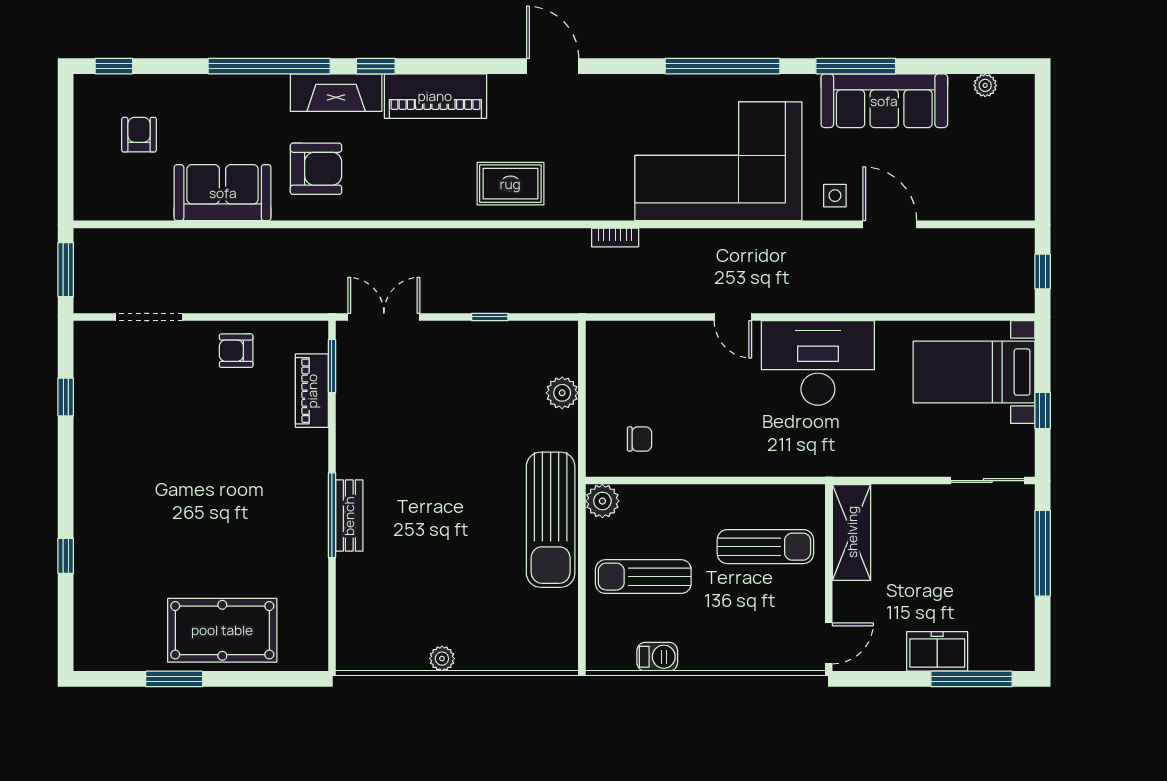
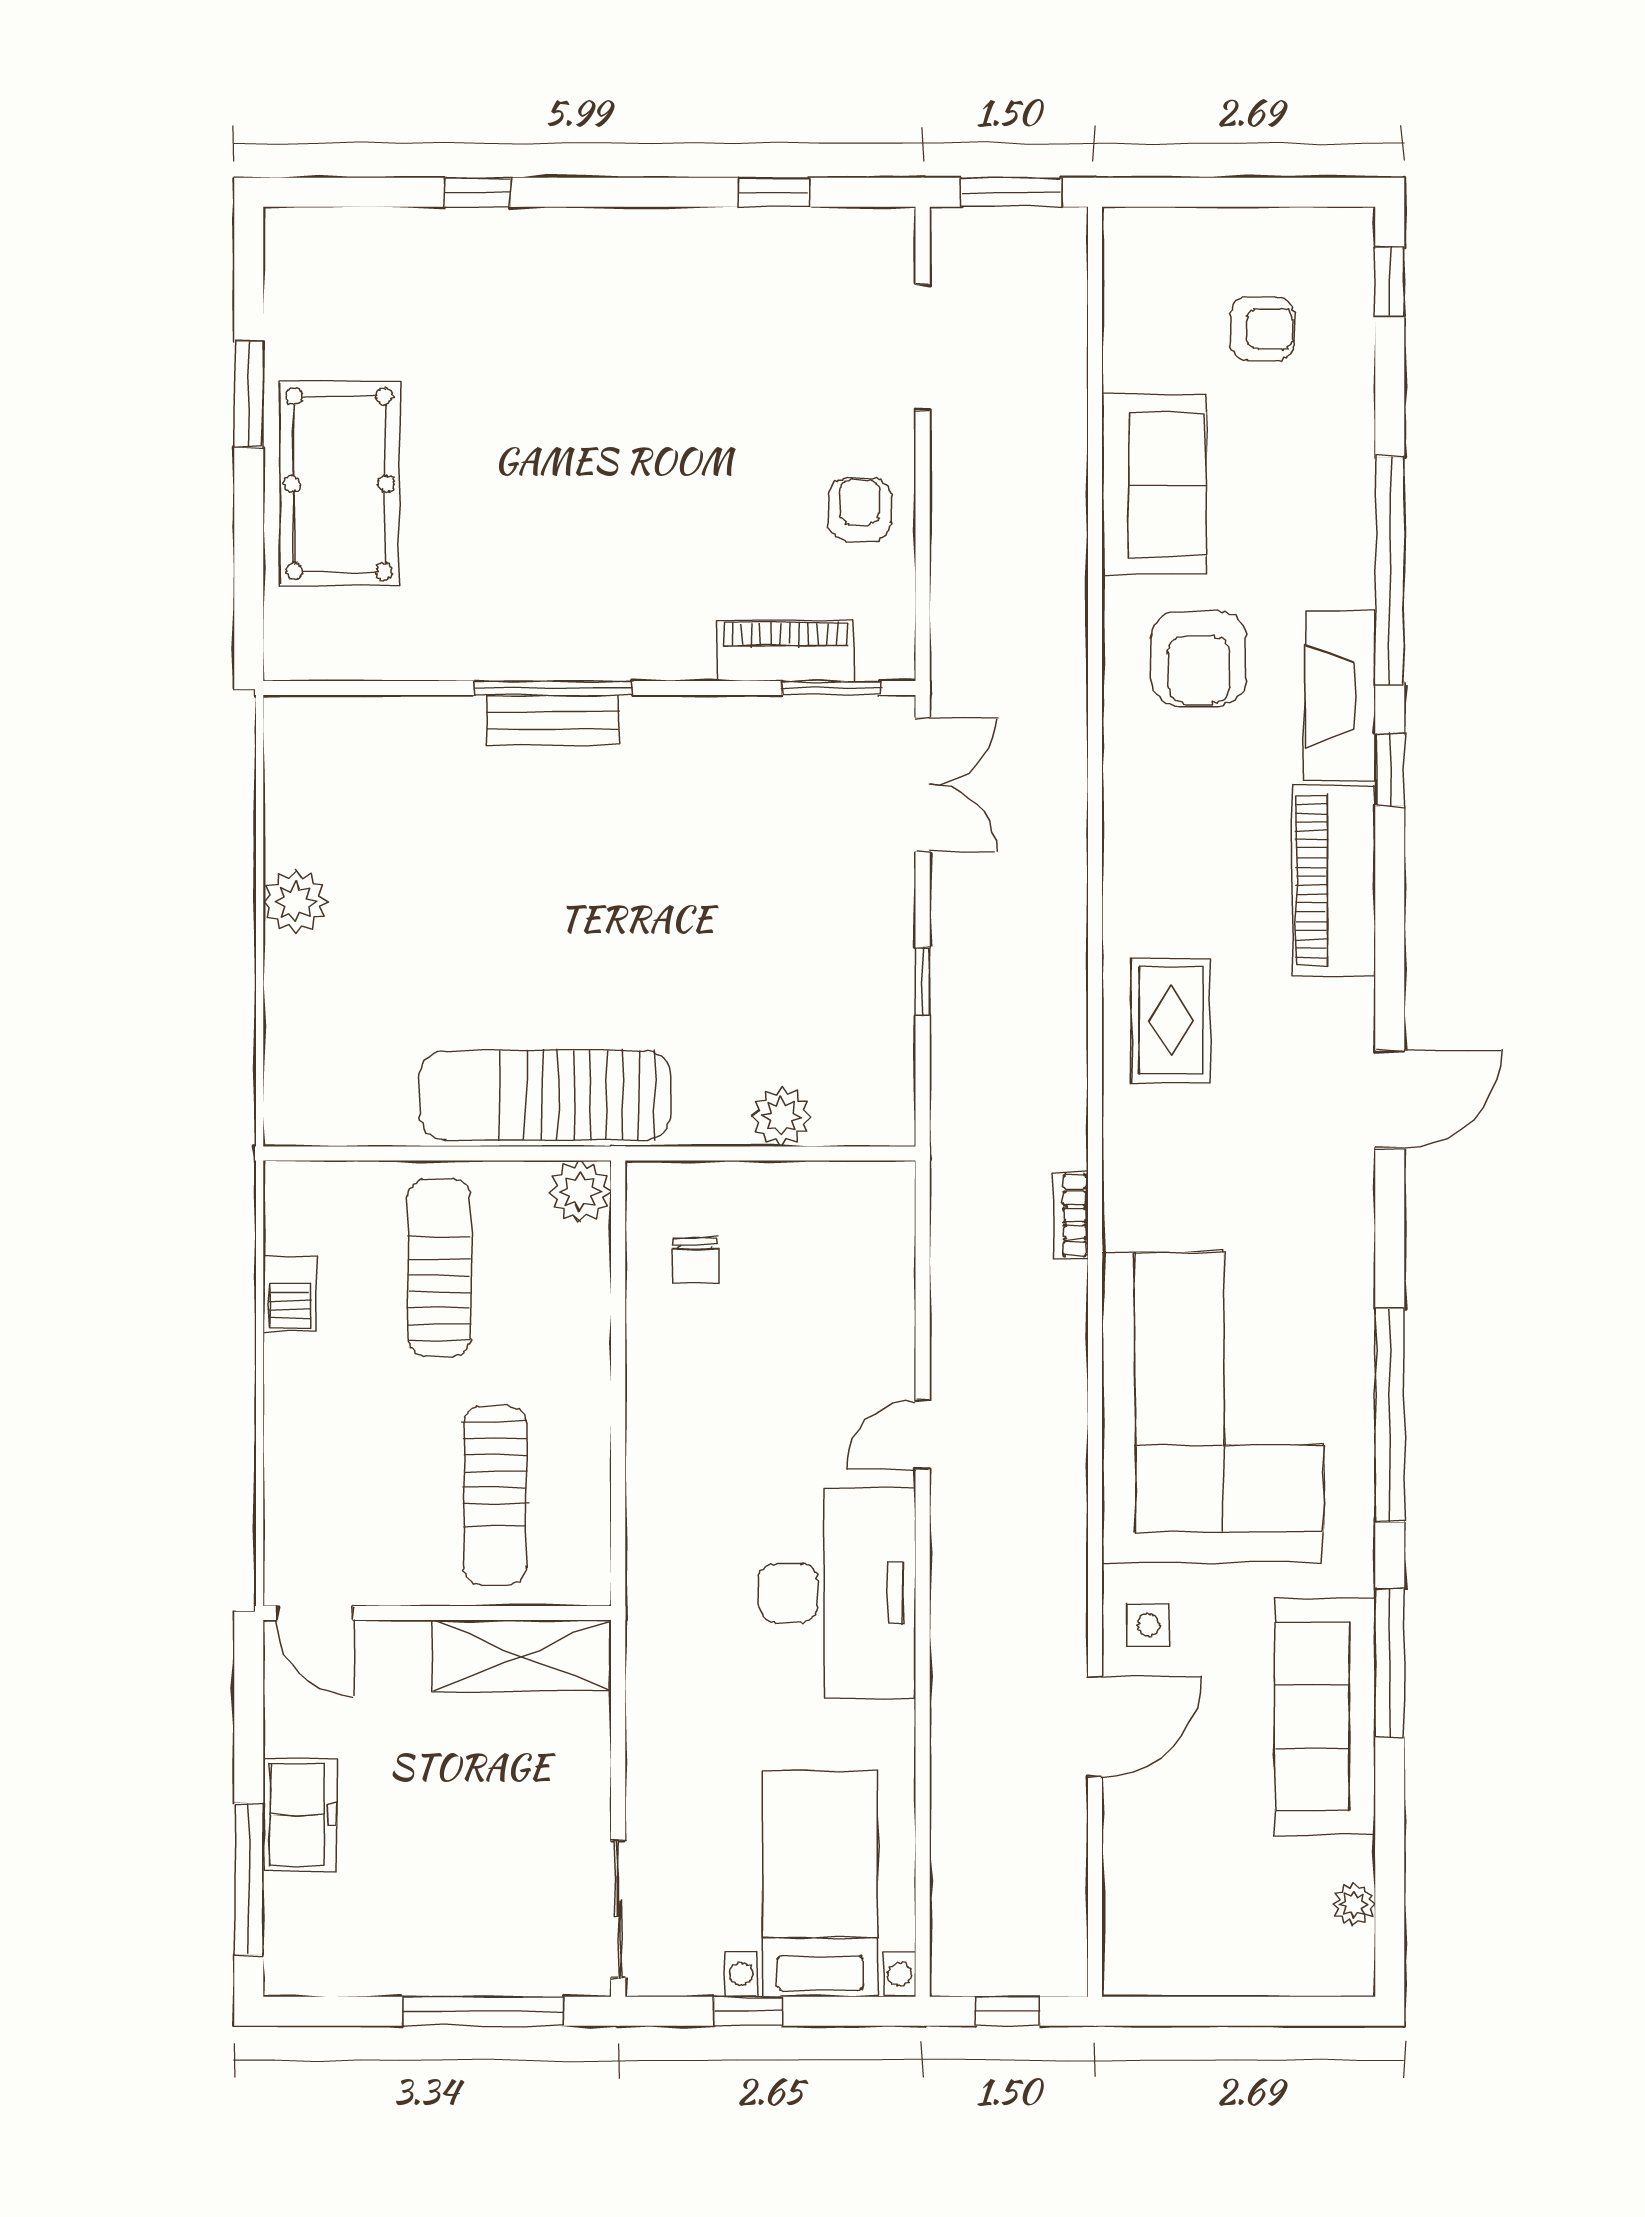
plant: (442, 659) -> (295, 902), width x1.38, depth x1.38

